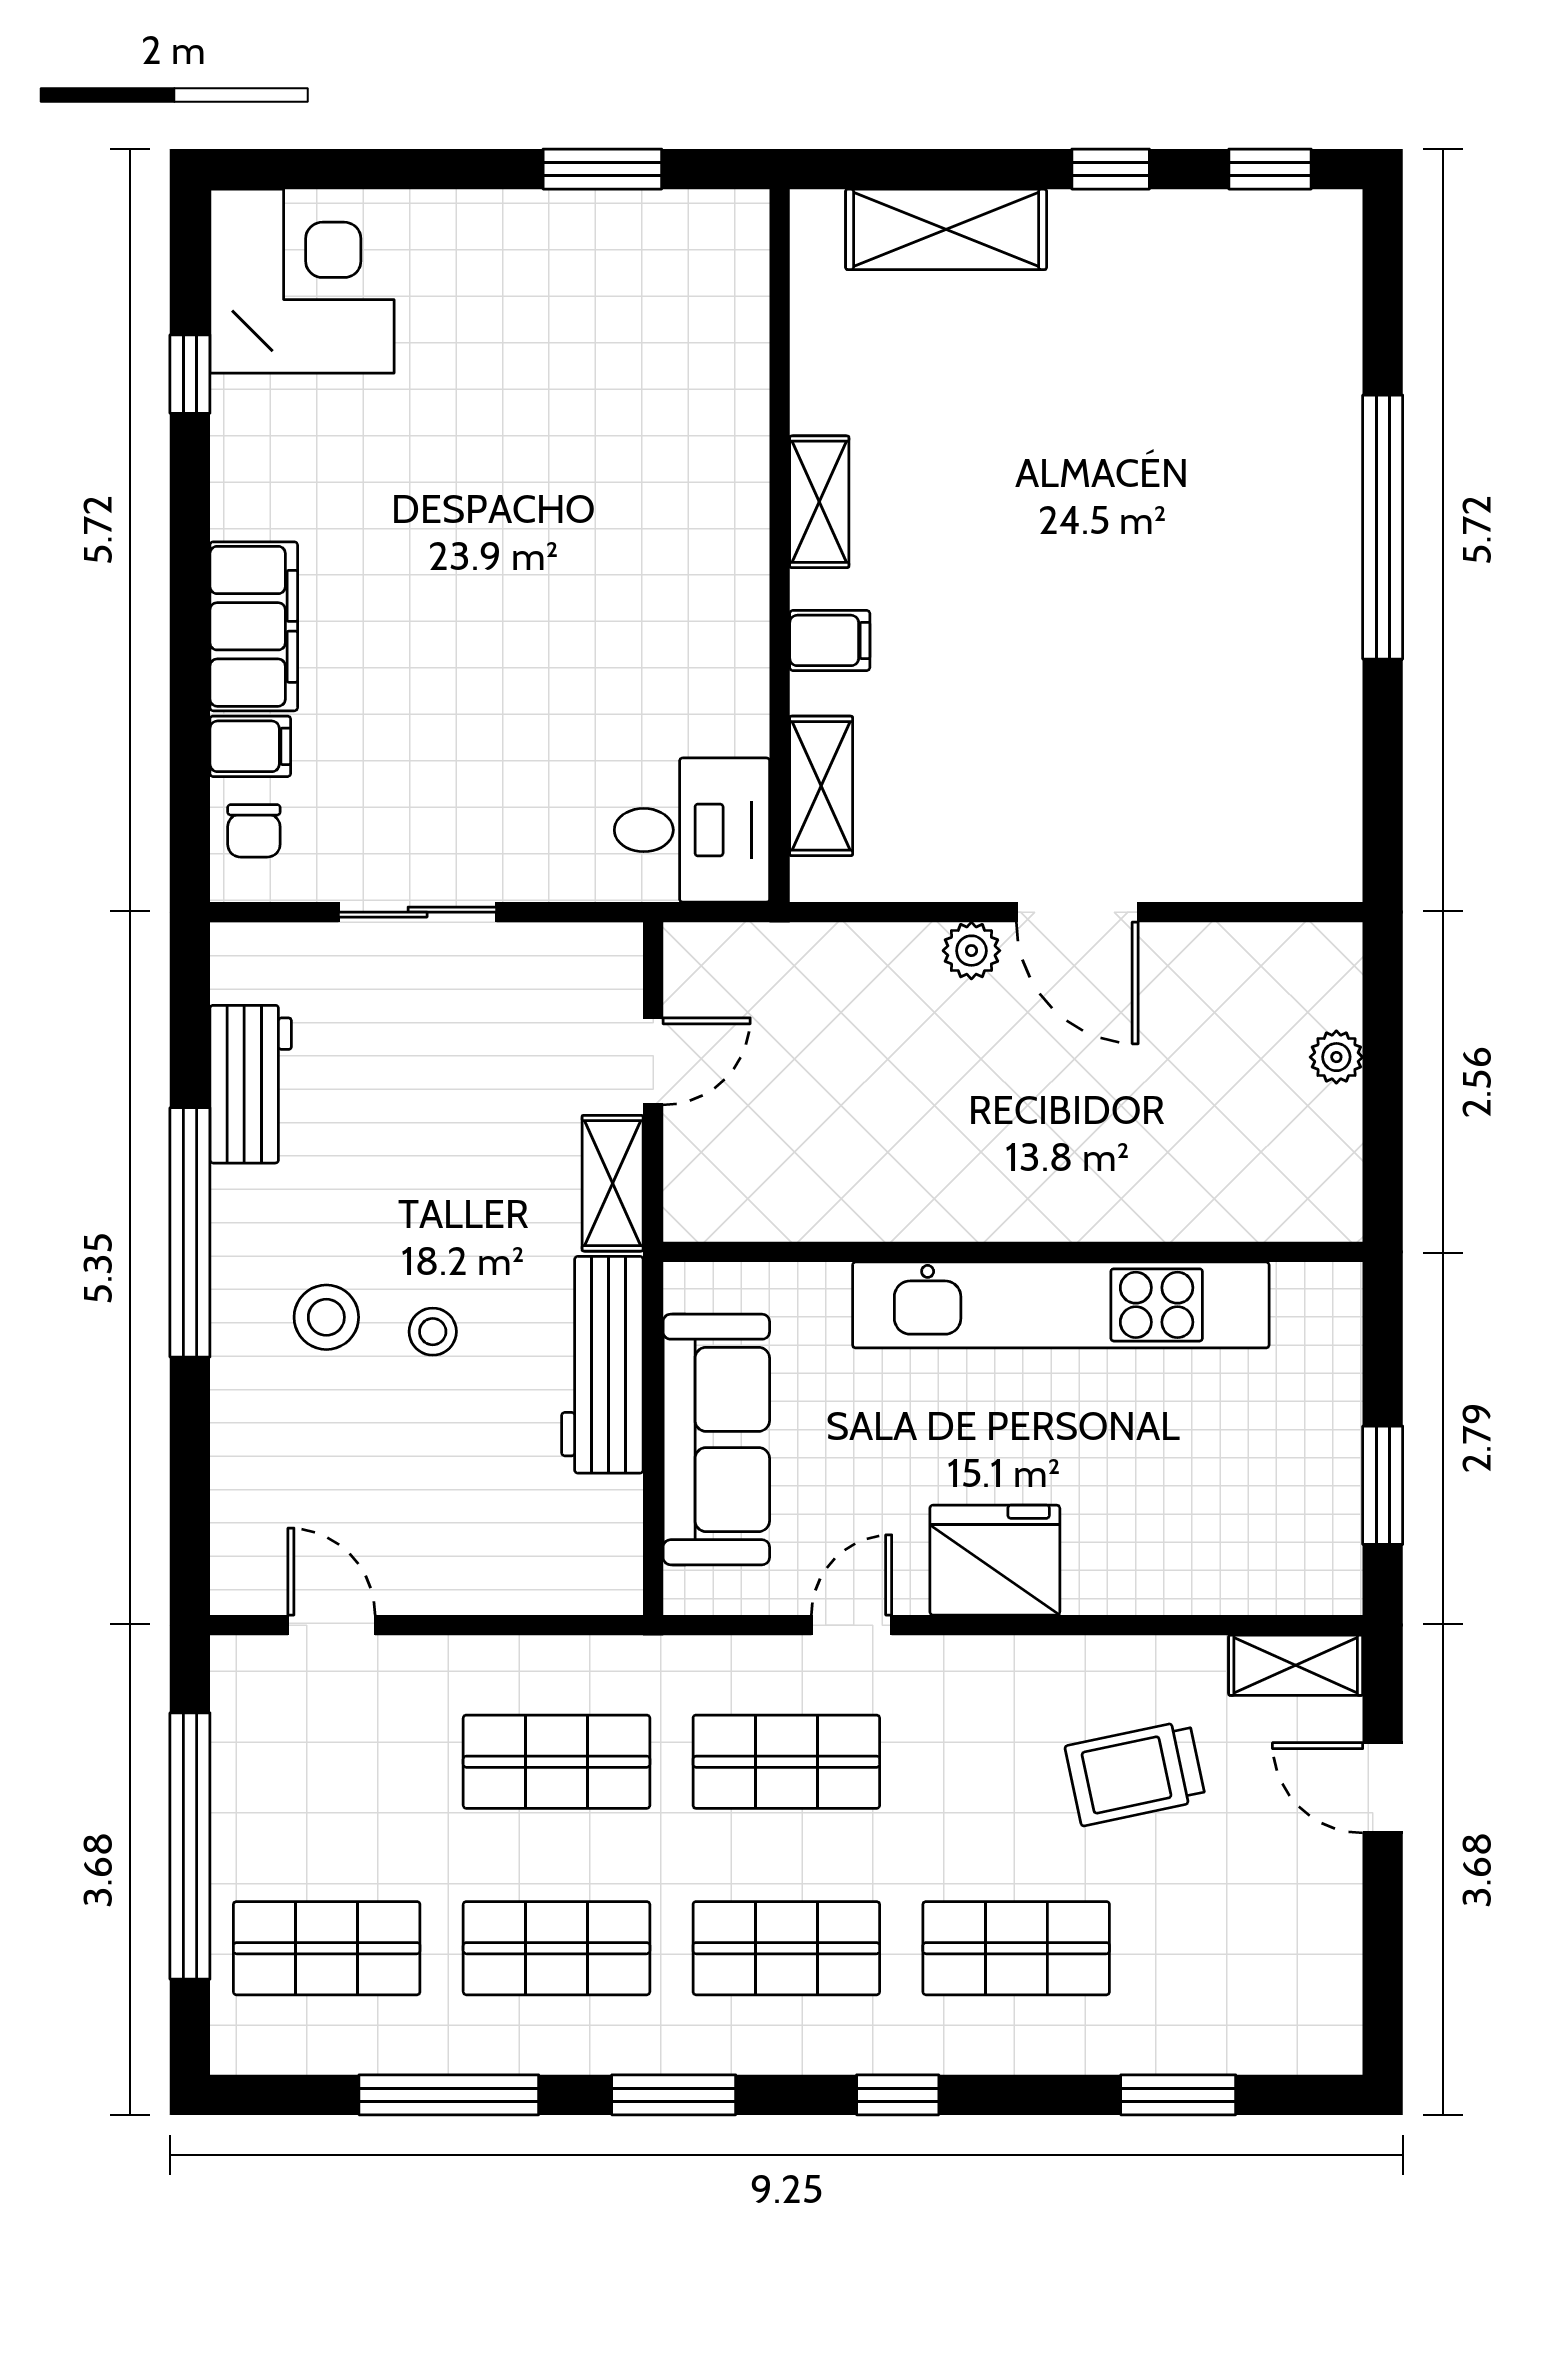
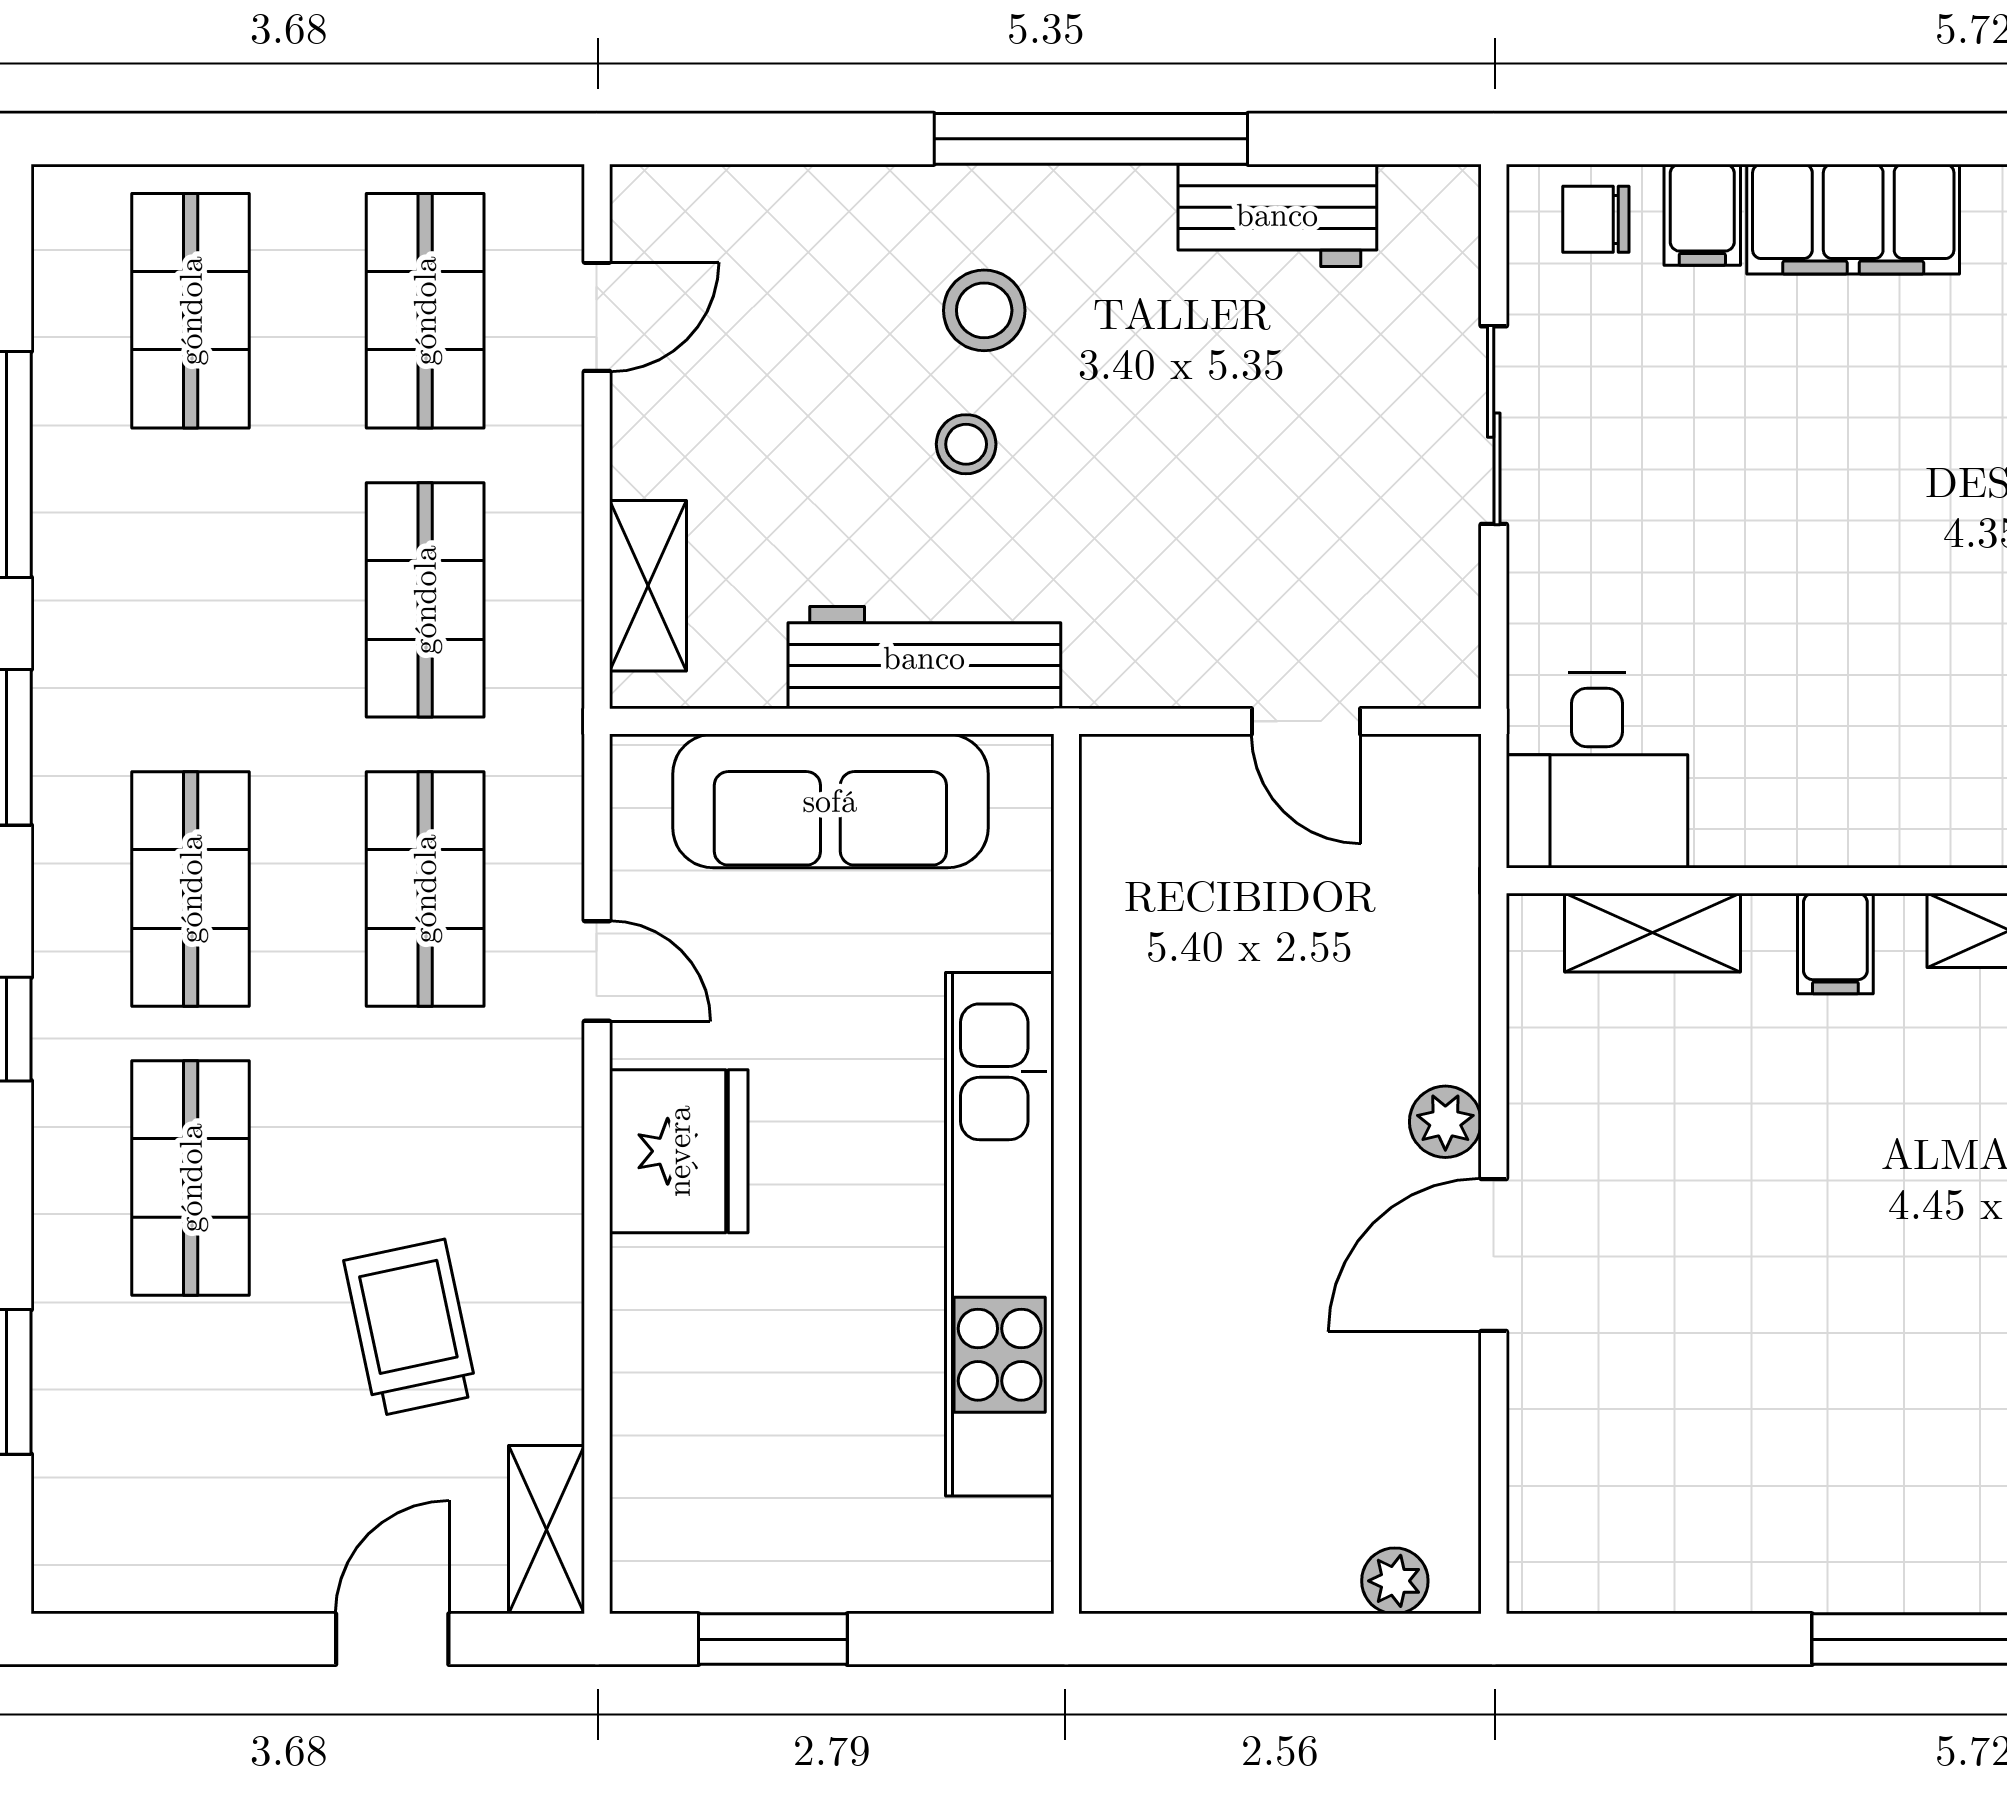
plant: (1336, 1057) -> (1395, 1581), moved
shelving: (613, 1183) -> (648, 586), moved, turned 90
window: (190, 1846) -> (319, 139), removed
shop shelf: (557, 1948) -> (425, 311), moved

